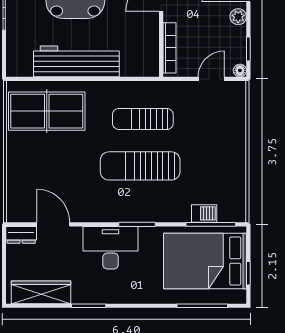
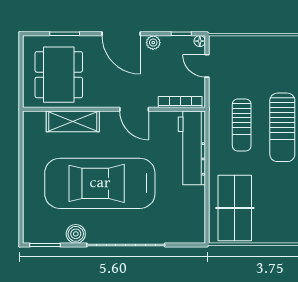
workbench: (76, 61) -> (192, 148), moved

